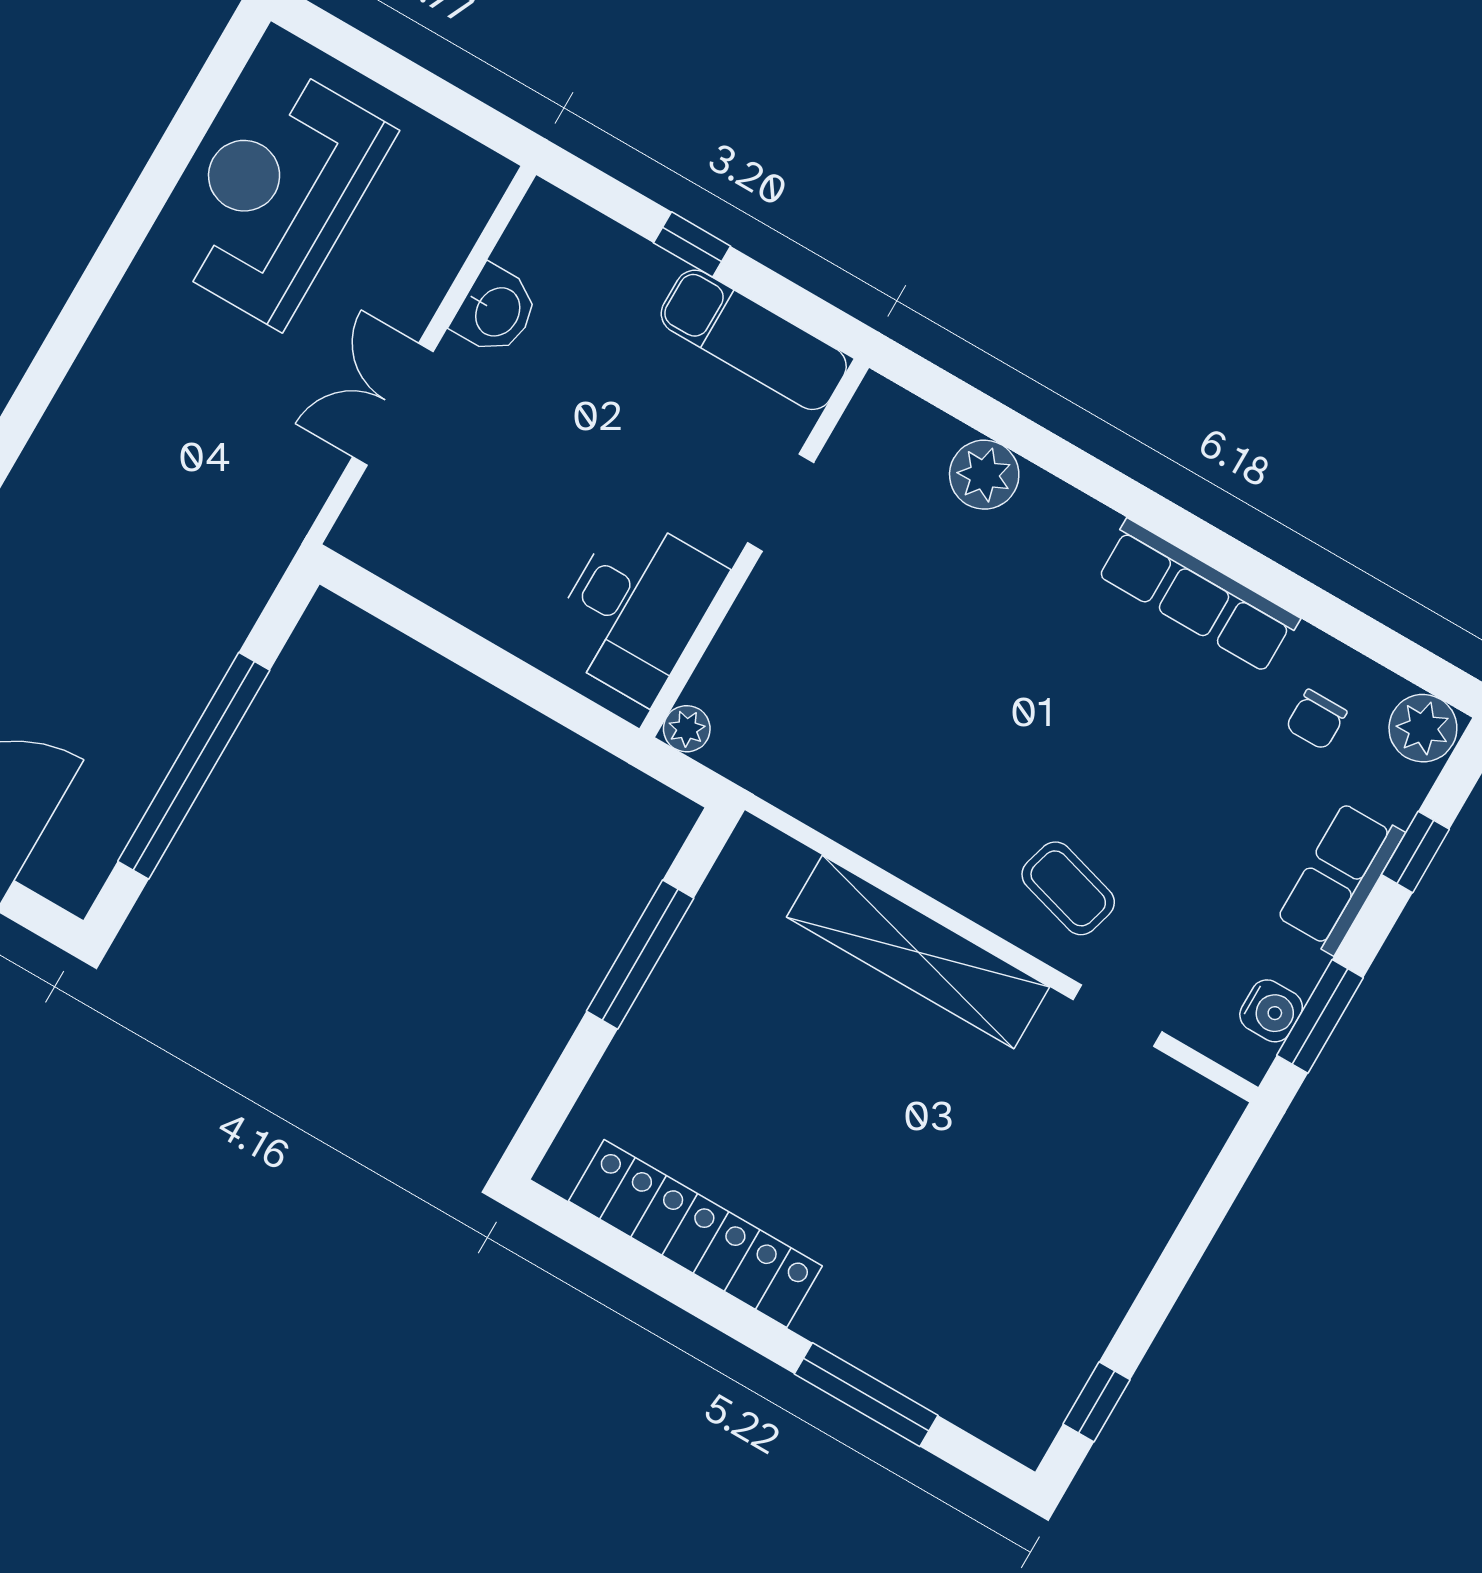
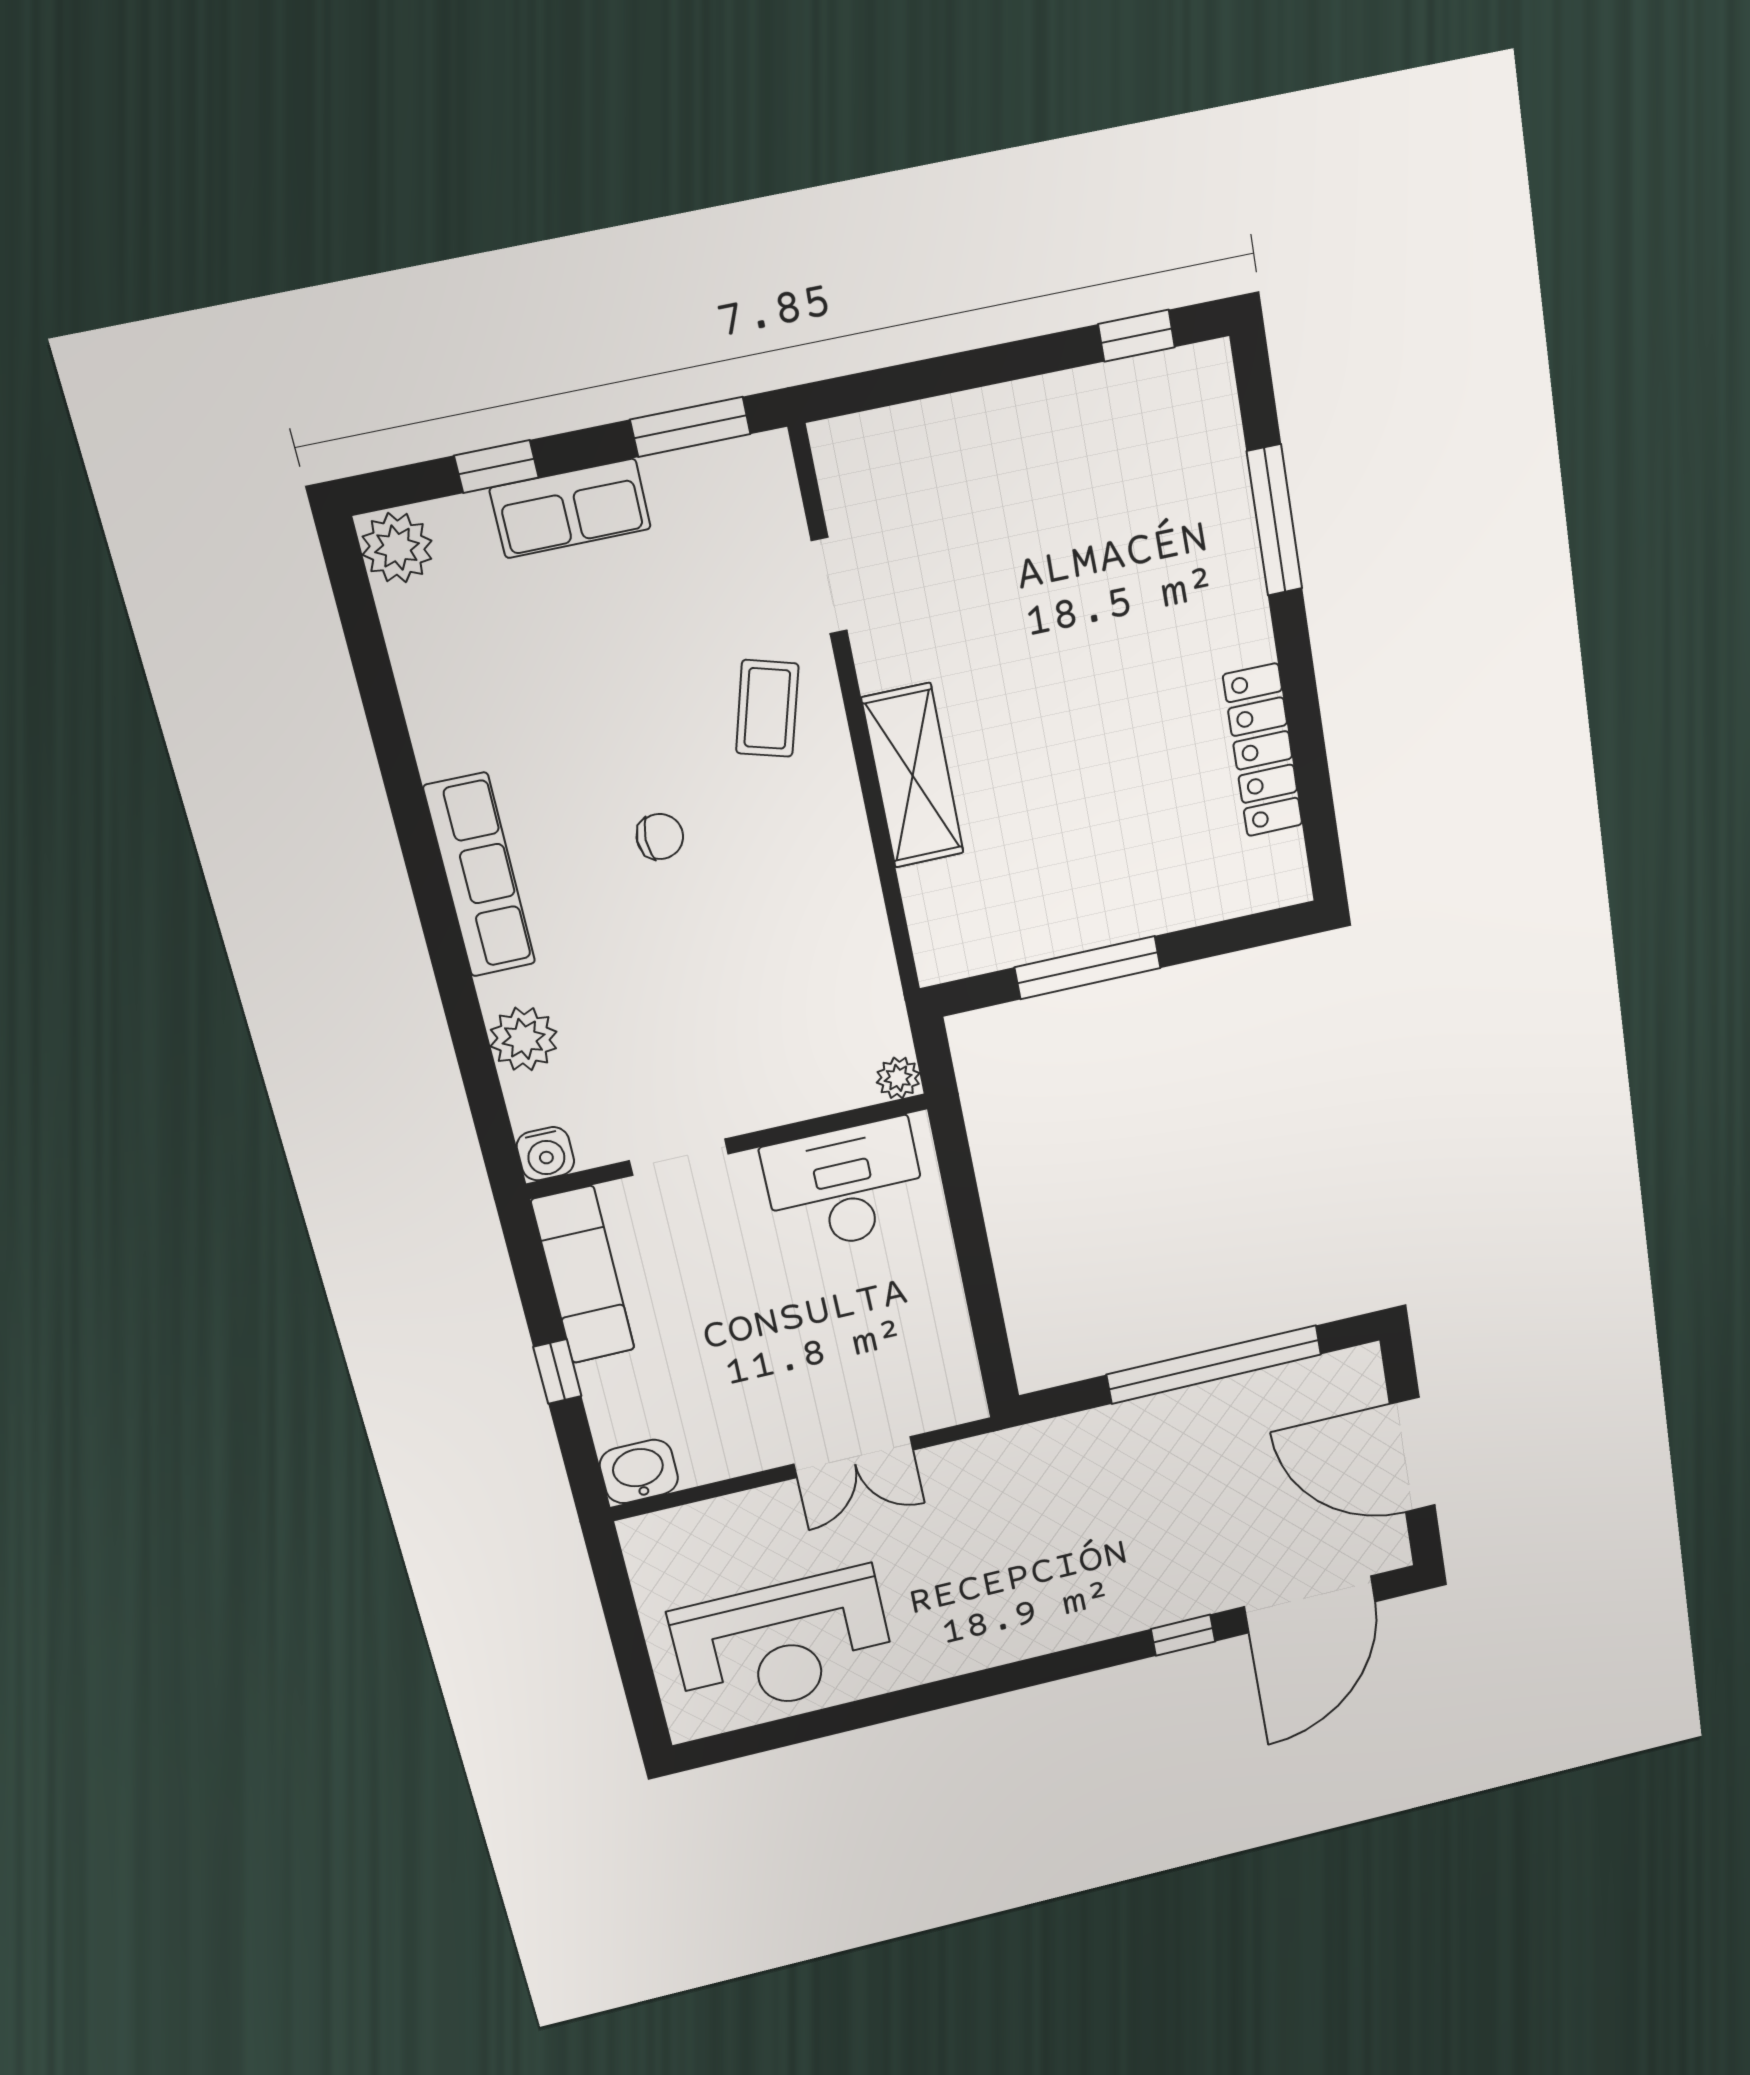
washbasin: (496, 311) -> (639, 1471), moved
row of seats: (1198, 596) -> (480, 875), moved
chair: (1316, 720) -> (660, 837), moved
shelving: (918, 952) -> (913, 776), width x0.68
water cooler: (1271, 1011) -> (545, 1154), moved, turned 180
locker: (695, 1234) -> (1263, 750), width x0.71, depth x0.83

